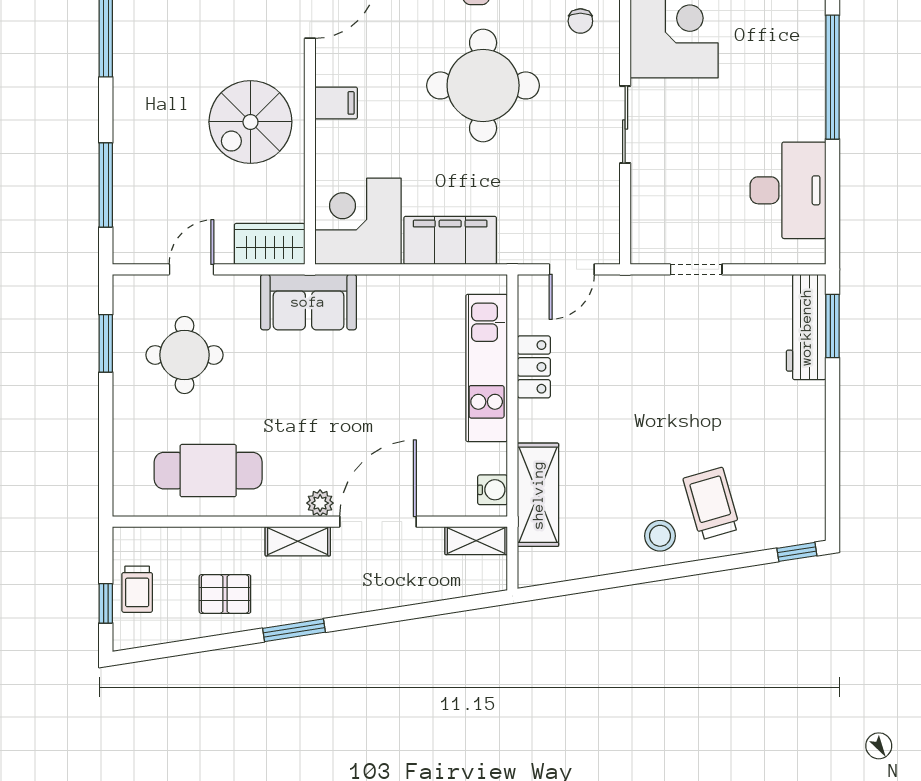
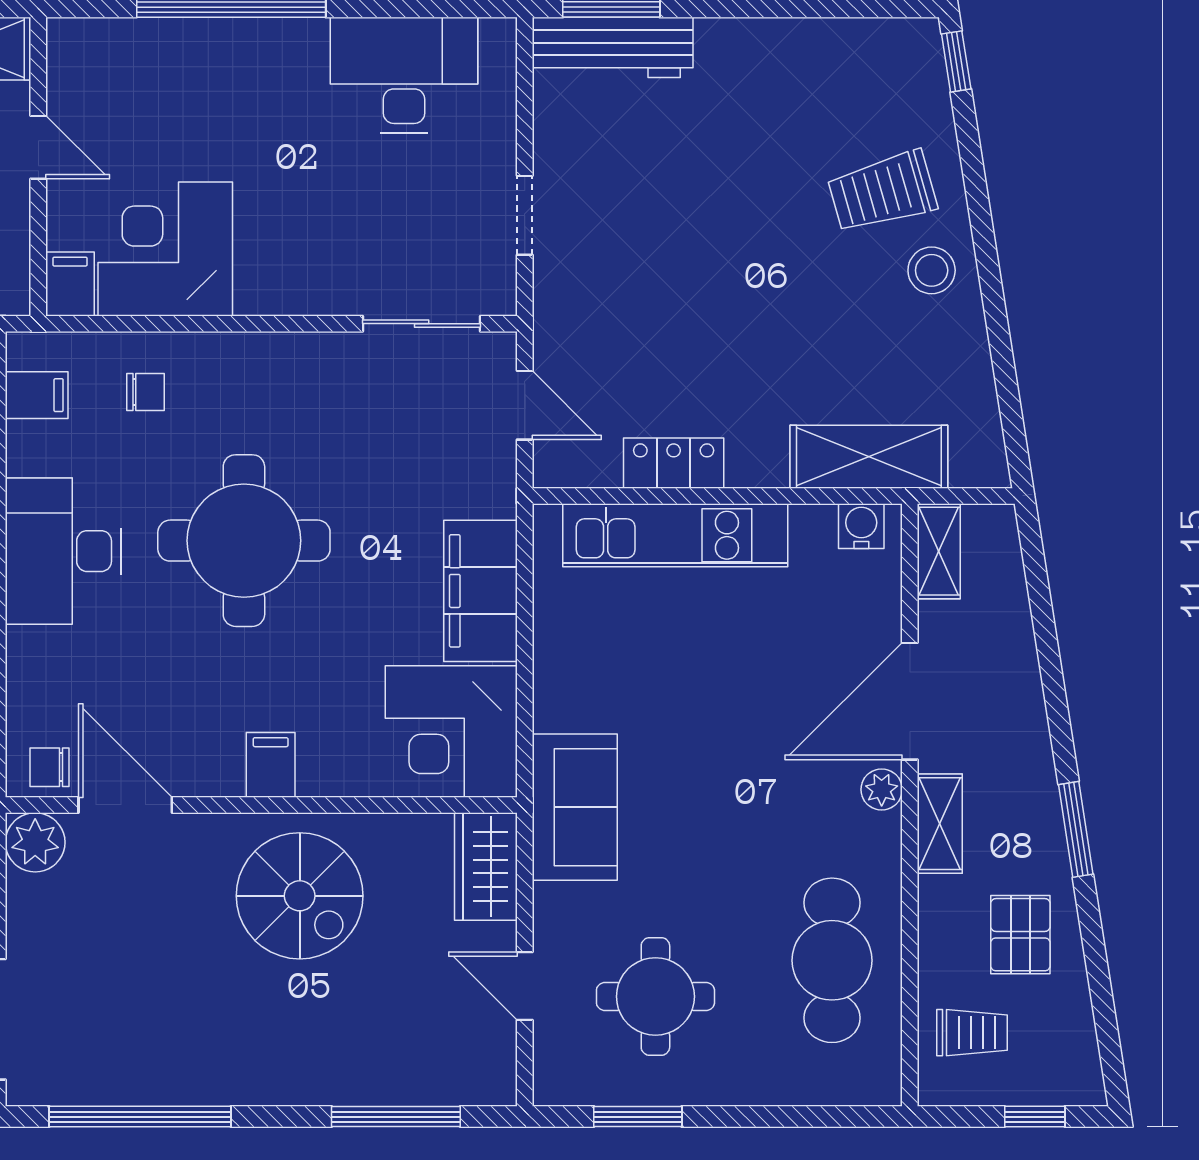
sliding door: (625, 125) -> (422, 324), moved
door: (378, 522) -> (910, 701), hinge flipped
trolley: (137, 589) -> (972, 1033), moved

